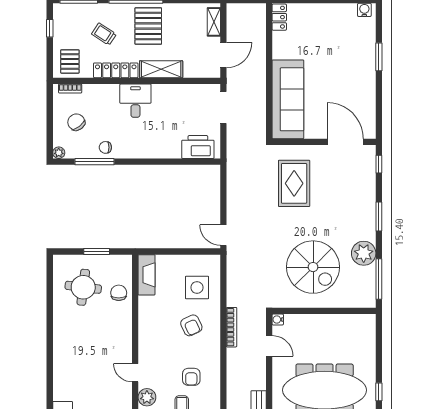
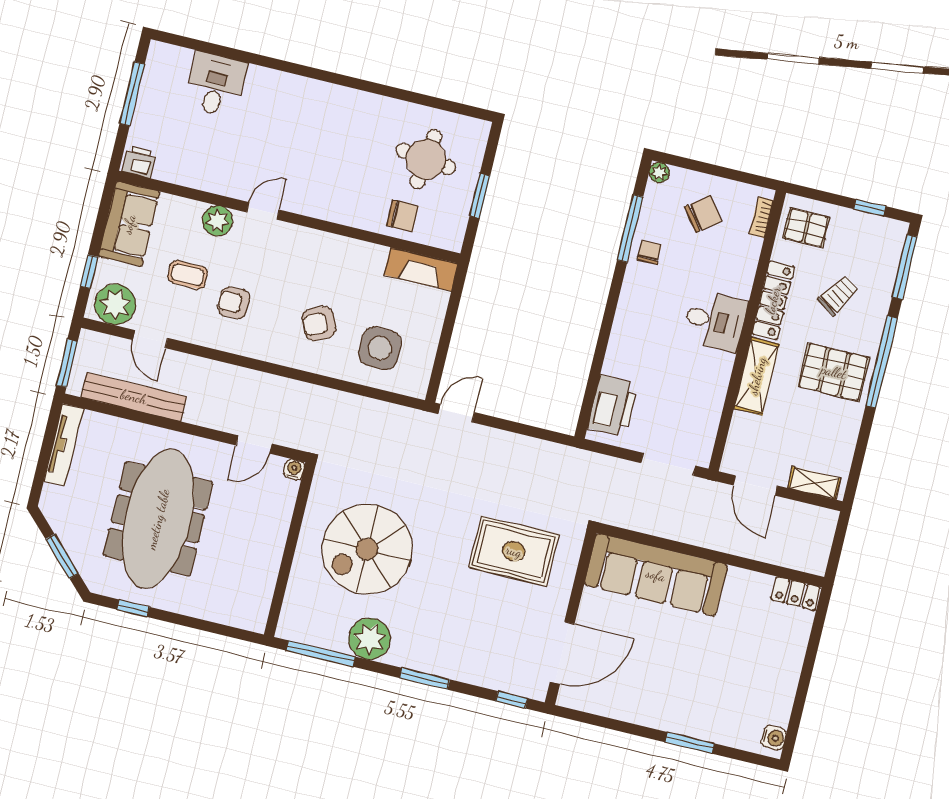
bookcase: (232, 327) -> (300, 390), removed

